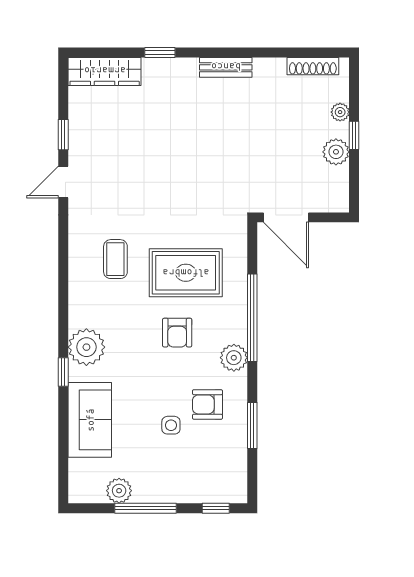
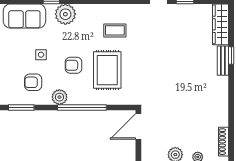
bench: (226, 67) -> (223, 61), moved
armchair: (207, 404) -> (33, 82), turned -90
side table: (171, 425) -> (41, 55), moved

